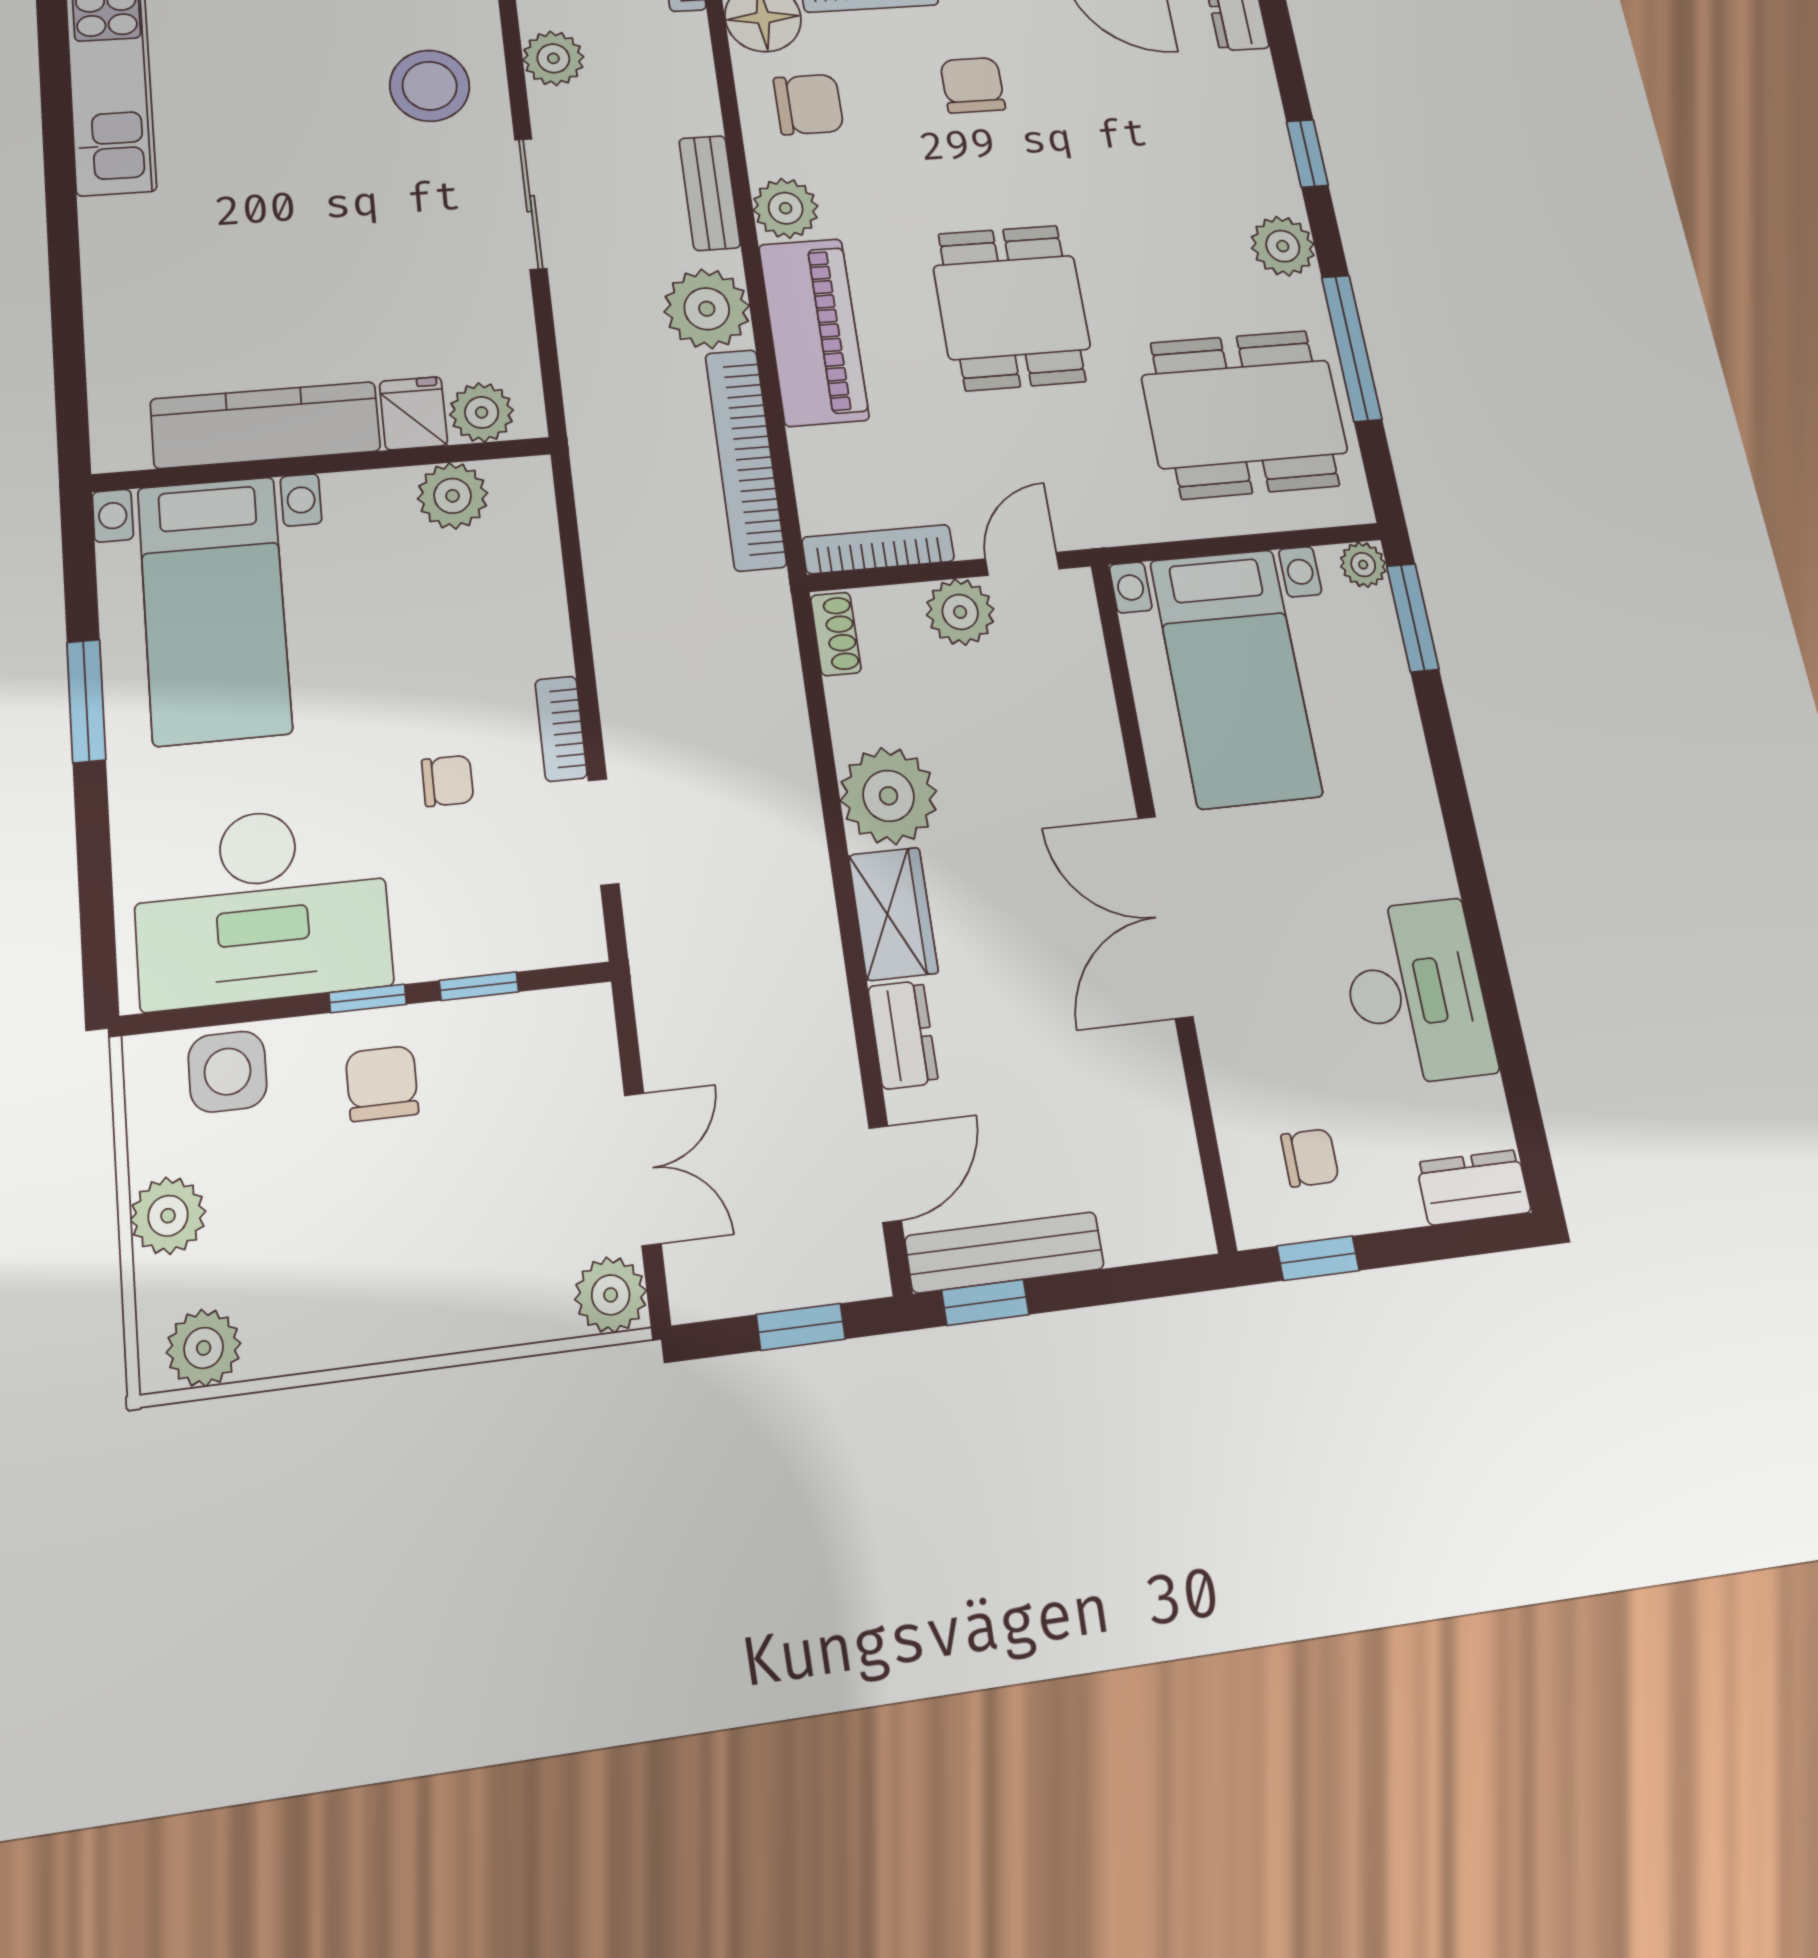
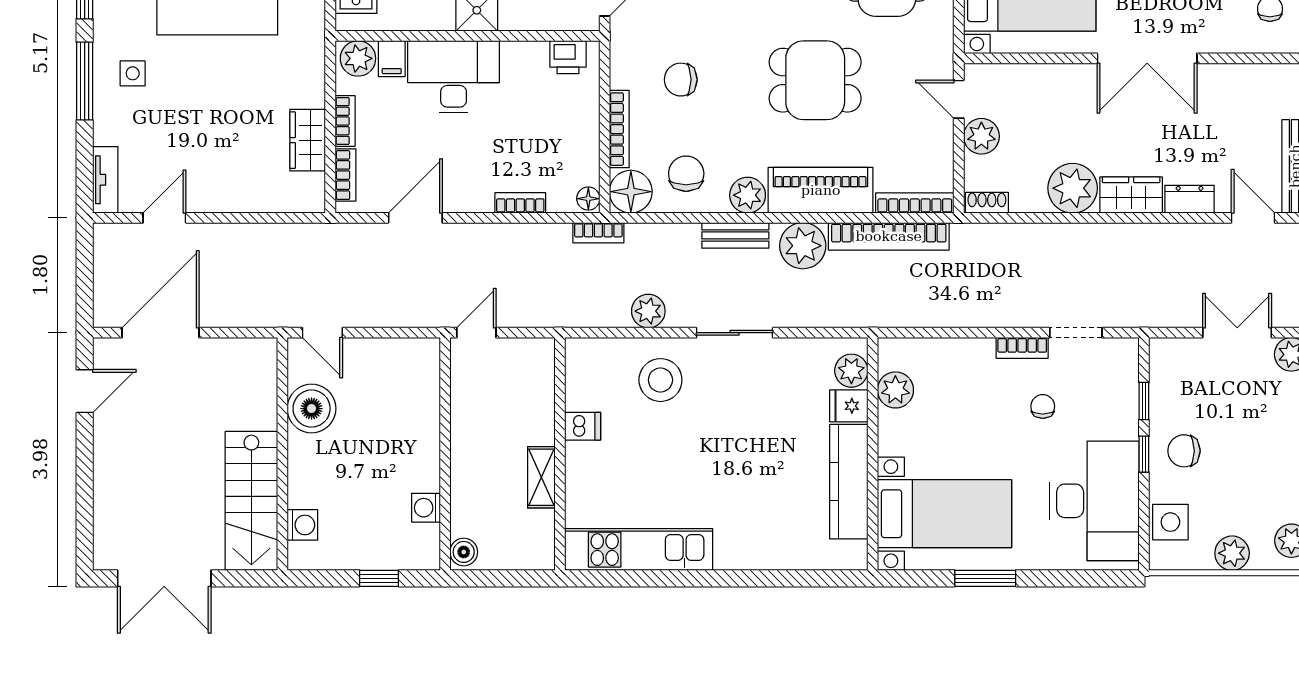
bookcase: (878, 549) -> (915, 203), moved, turned 90

